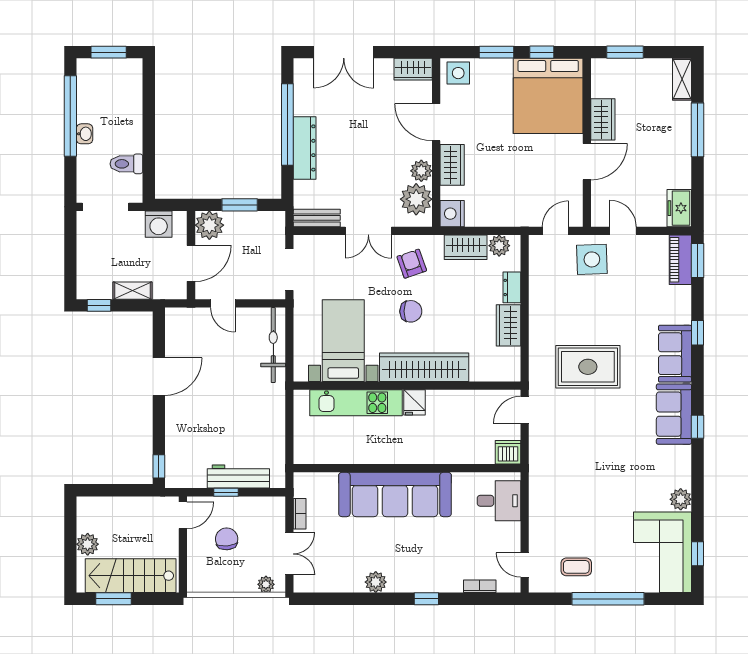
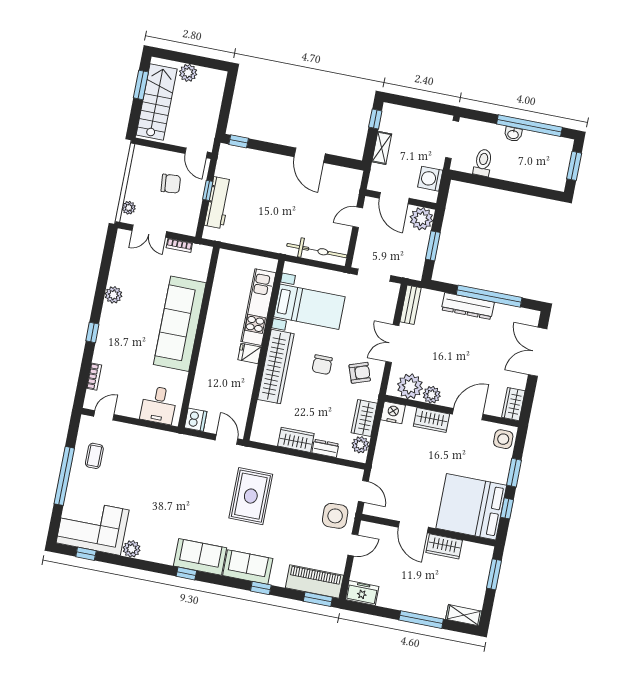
piano: (680, 260) -> (314, 582), width x1.37, depth x1.33

